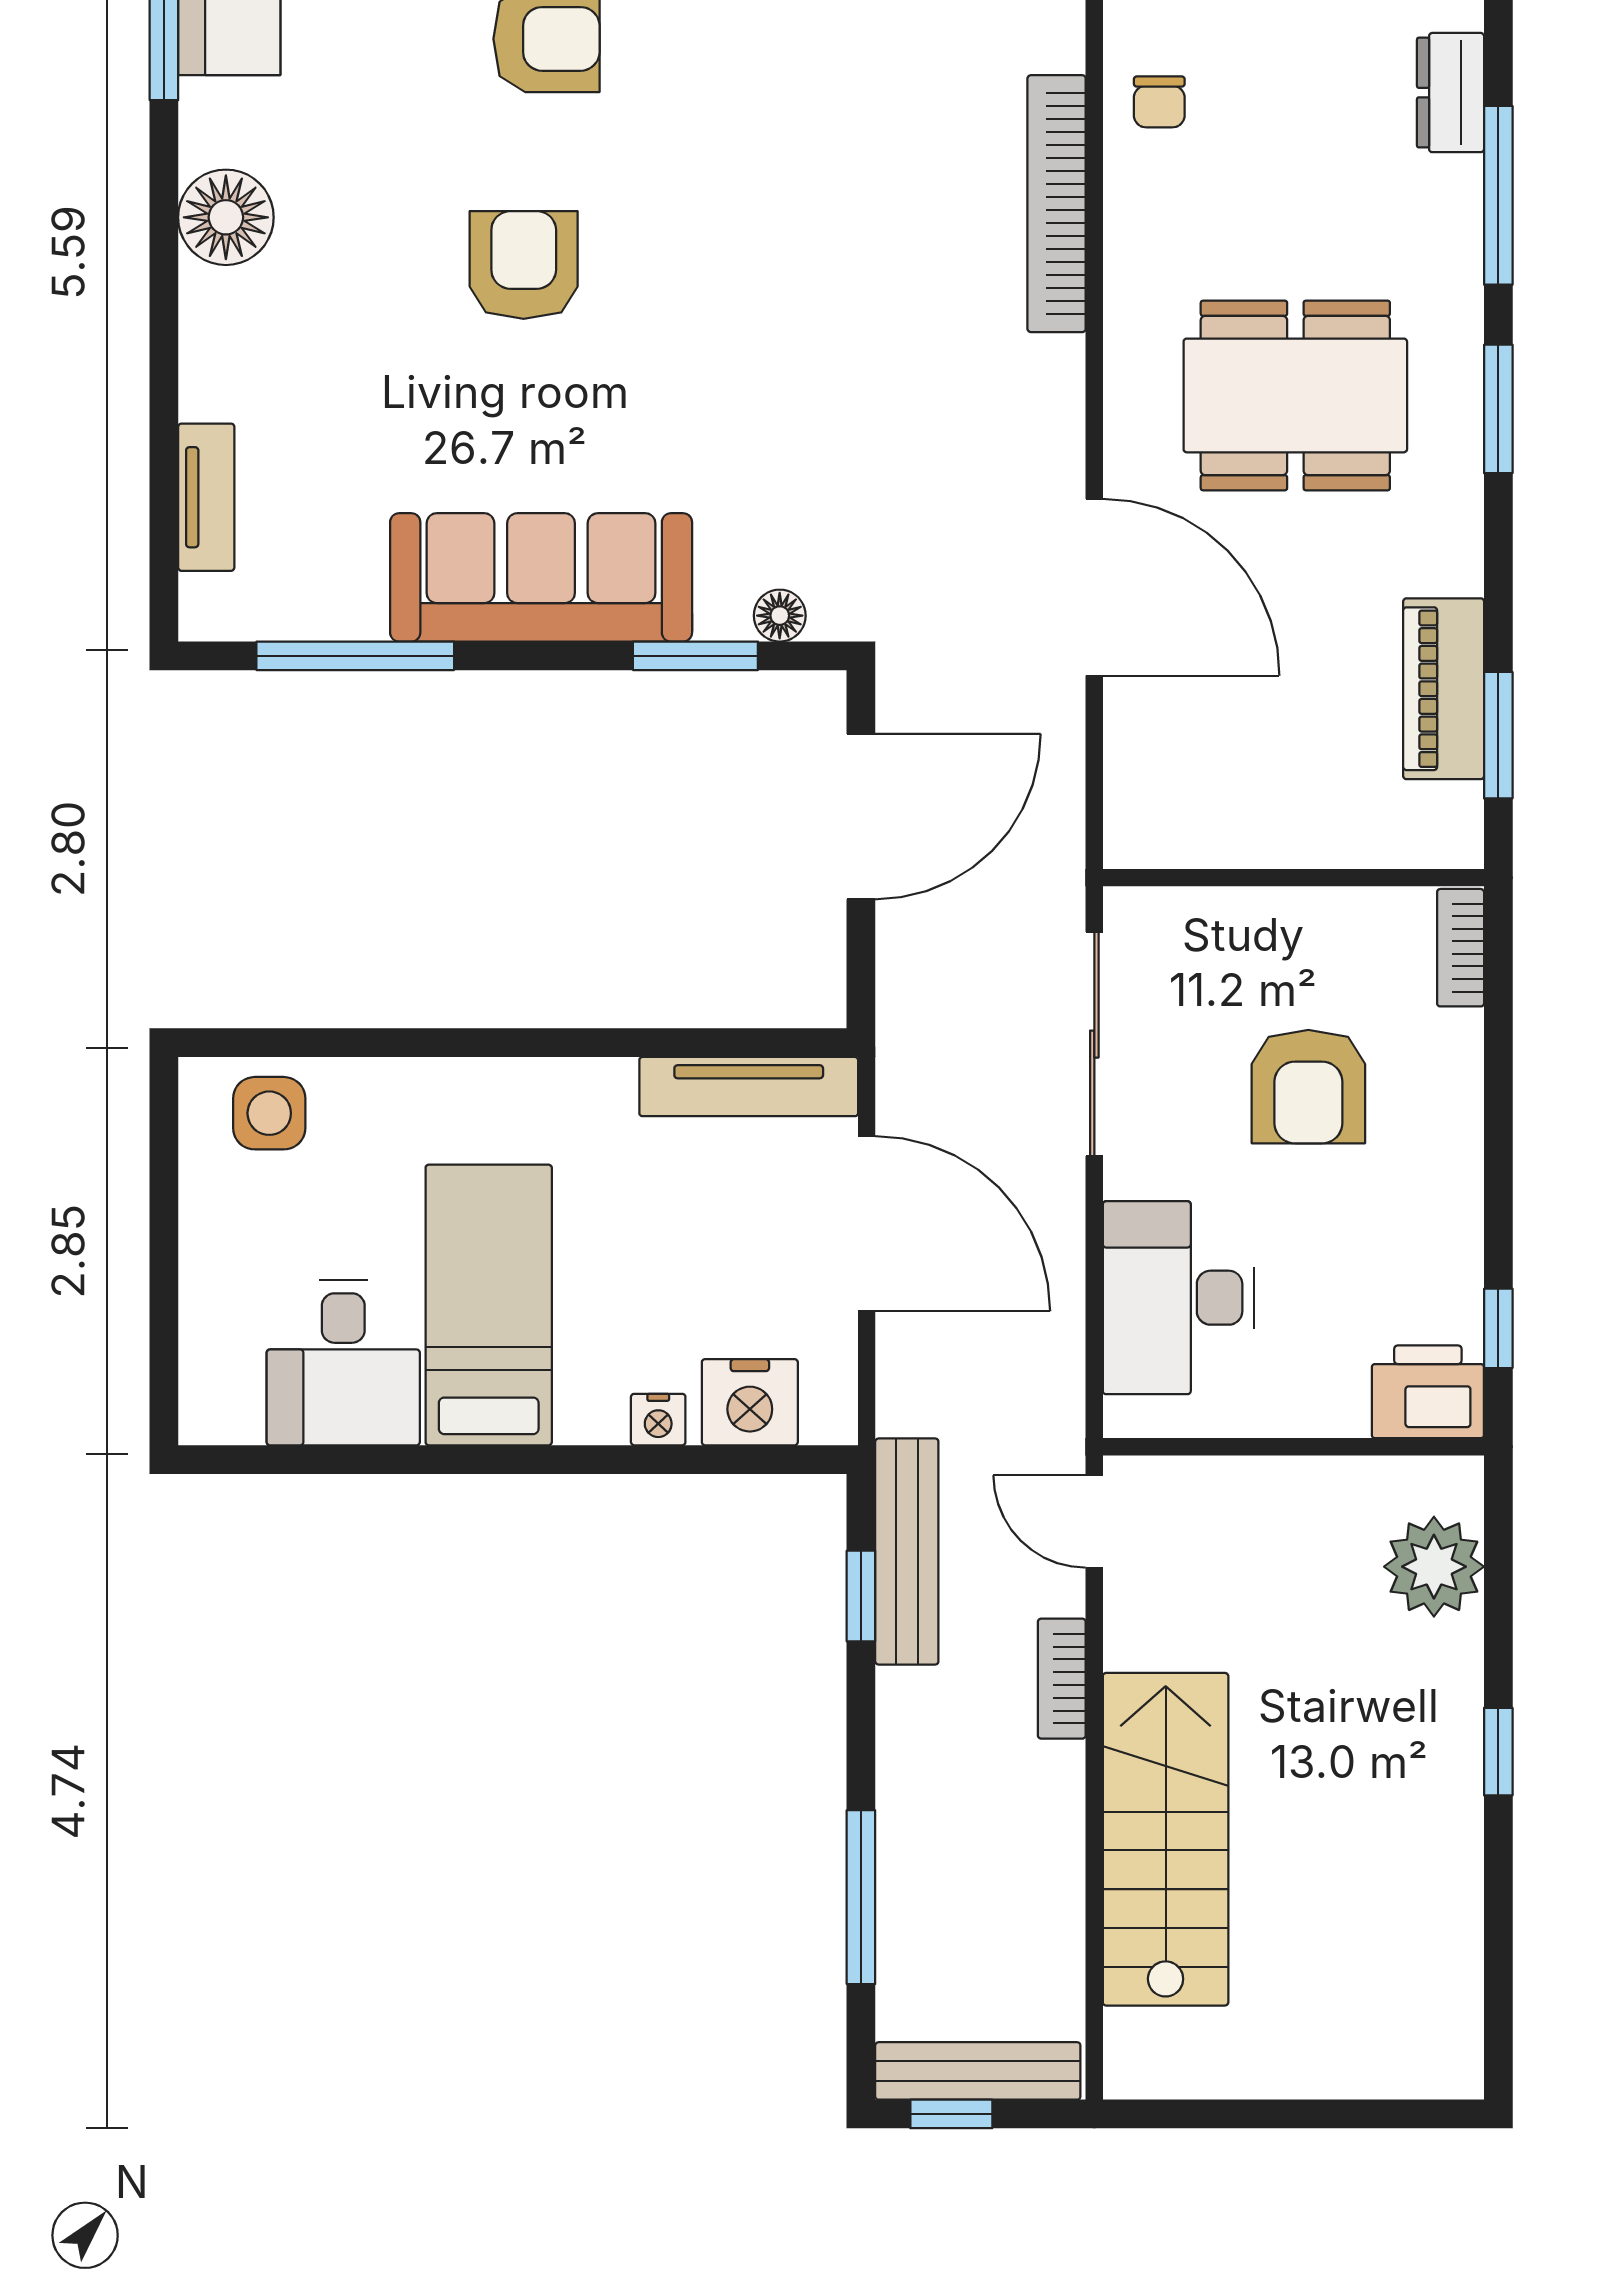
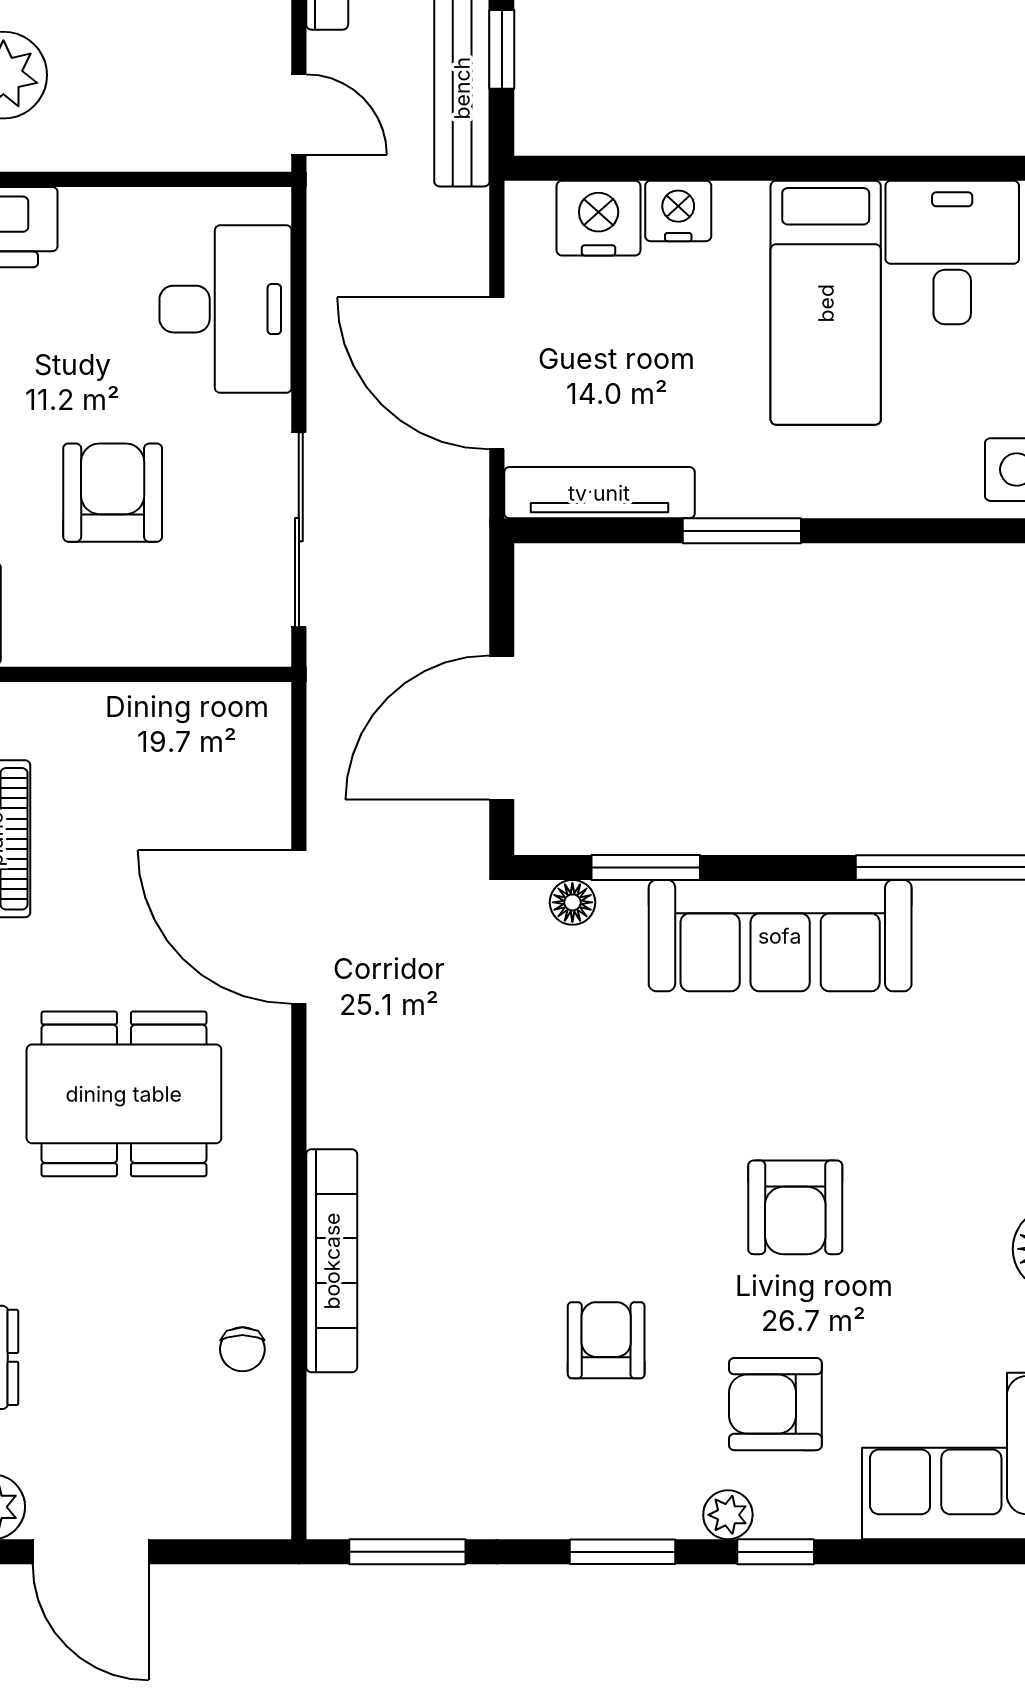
chair: (1159, 102) -> (242, 1349), turned 180
armchair: (741, 112) -> (606, 1340), added
window: (585, 1043) -> (742, 531), added
nightstand: (658, 1420) -> (678, 211), width x1.39, depth x1.35

